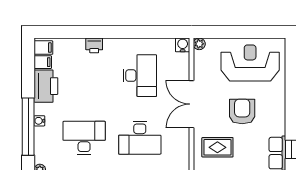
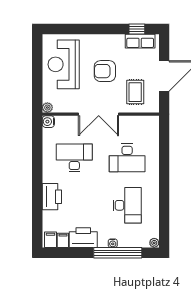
printer: (94, 45) -> (52, 197), width x1.87, depth x1.48
desk: (84, 138) -> (127, 205), turned 180
desk: (140, 138) -> (127, 158), turned 90

